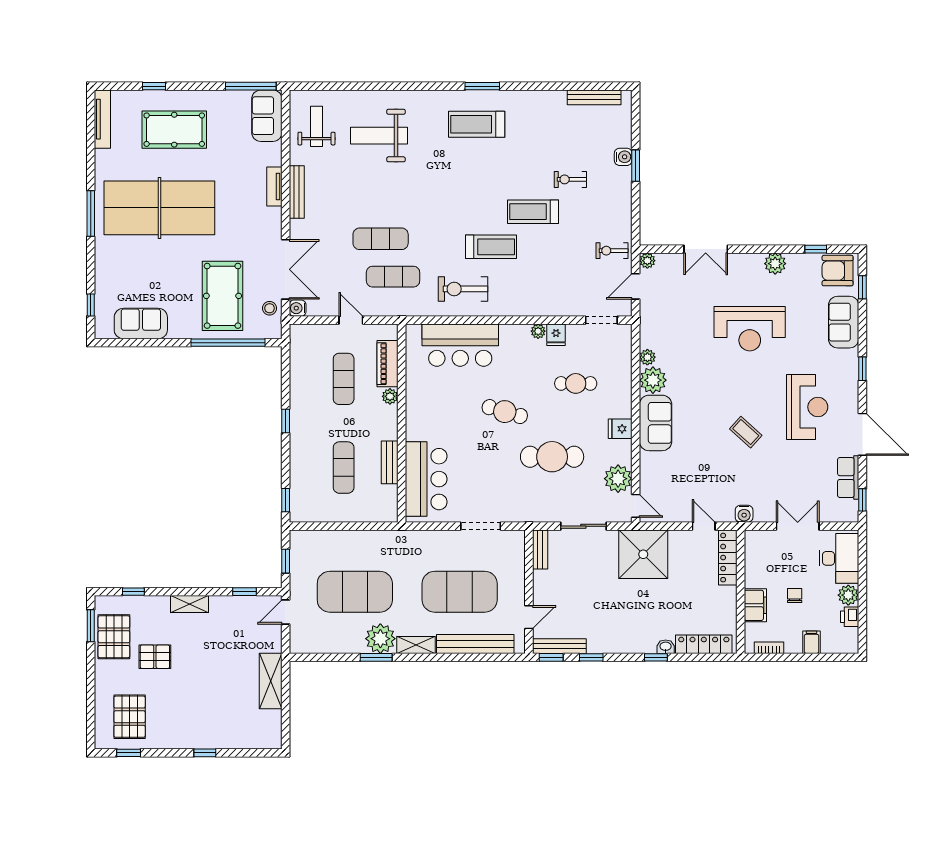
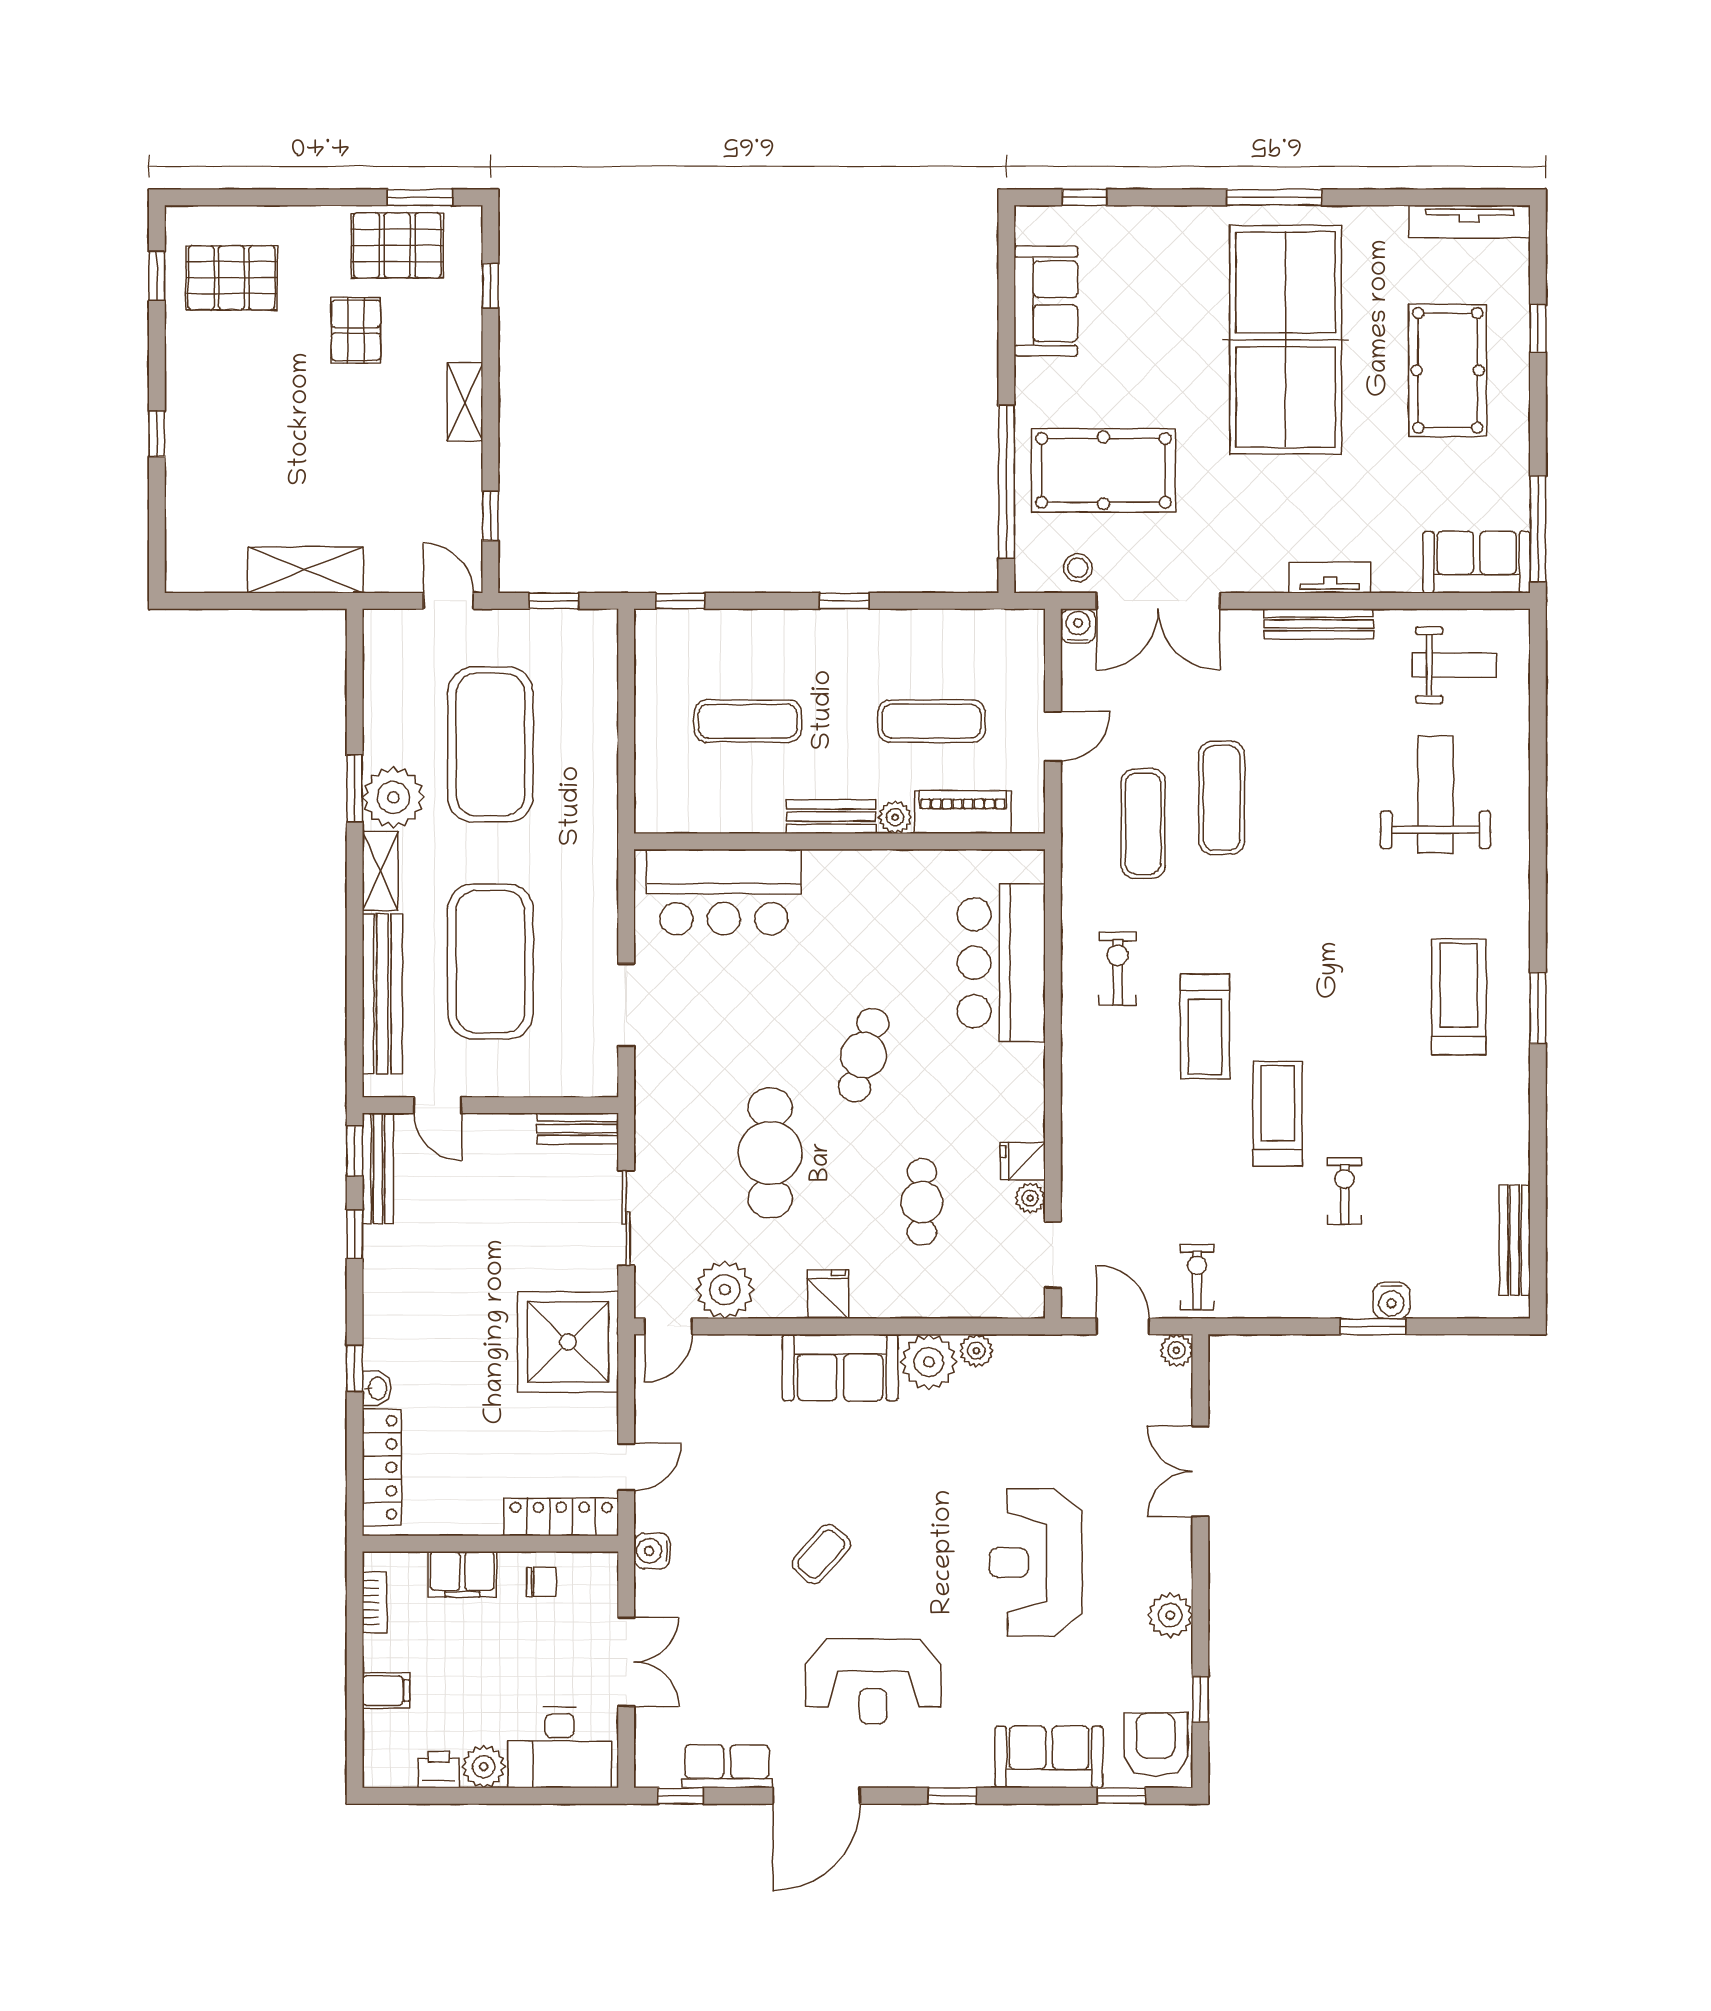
exercise bike: (463, 289) -> (1118, 969), width x0.73, depth x0.72
plant: (538, 331) -> (1030, 1198), moved
bench: (390, 462) -> (831, 817), moved
chair: (795, 596) -> (541, 1582), moved

